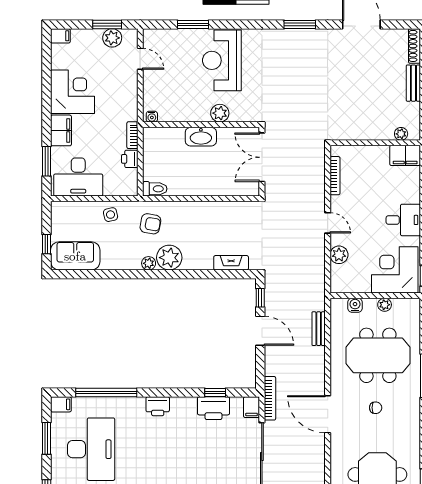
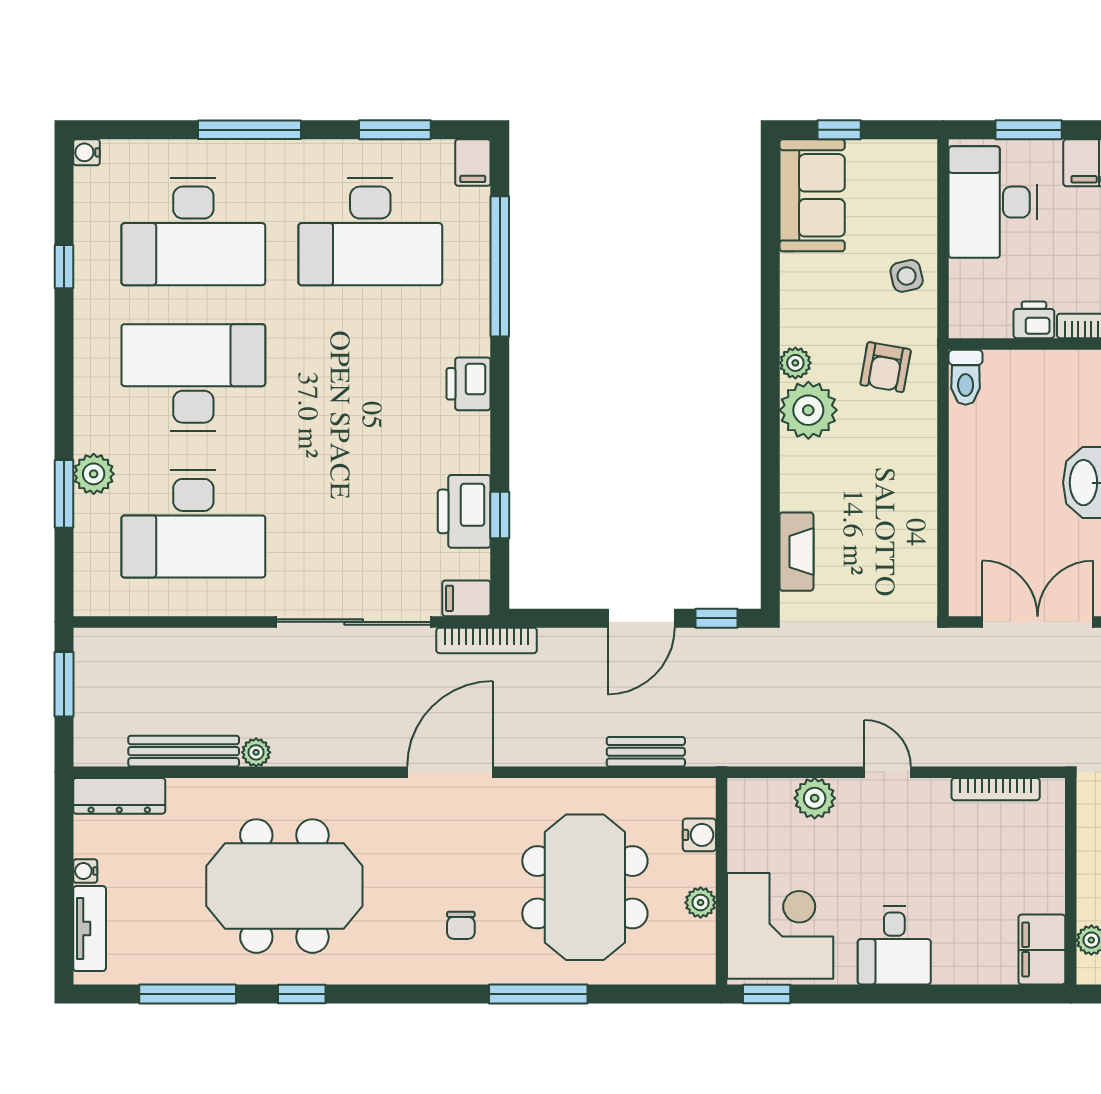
door: (328, 223) -> (888, 772), swing flipped
chair: (376, 408) -> (461, 925), moved

